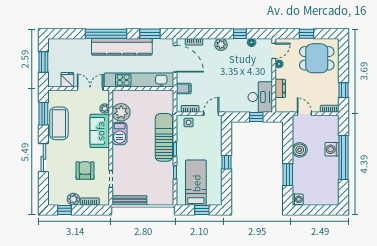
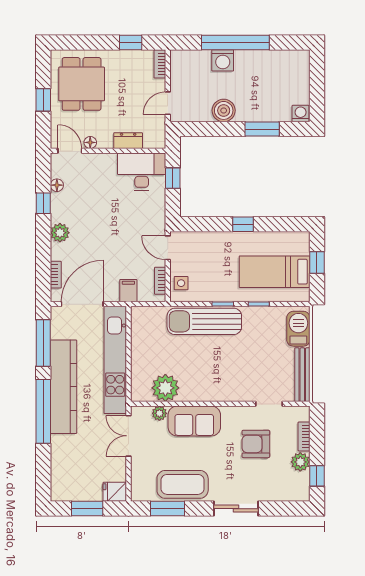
window: (150, 34) -> (43, 343), width x1.44
fridge: (67, 80) -> (115, 492), moved
barbecue: (120, 133) -> (298, 329), moved, turned -90

